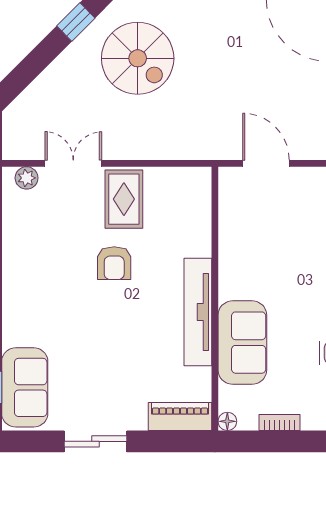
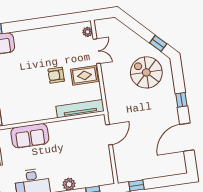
spiral stairs: (138, 58) -> (146, 72), turned 90
tv unit: (198, 312) -> (80, 109), moved

